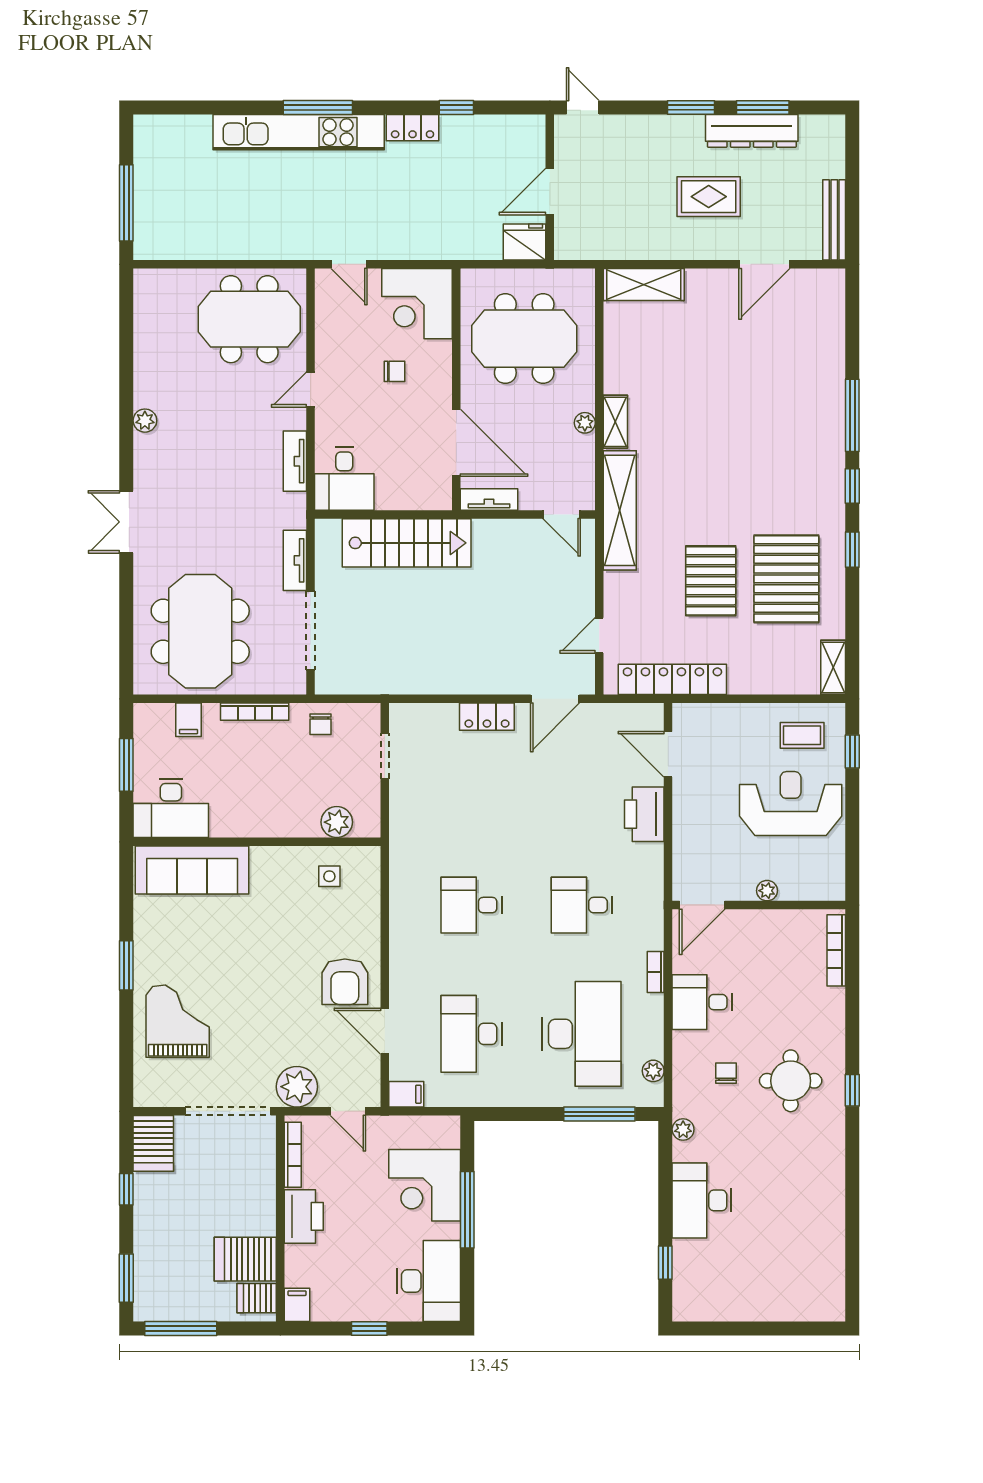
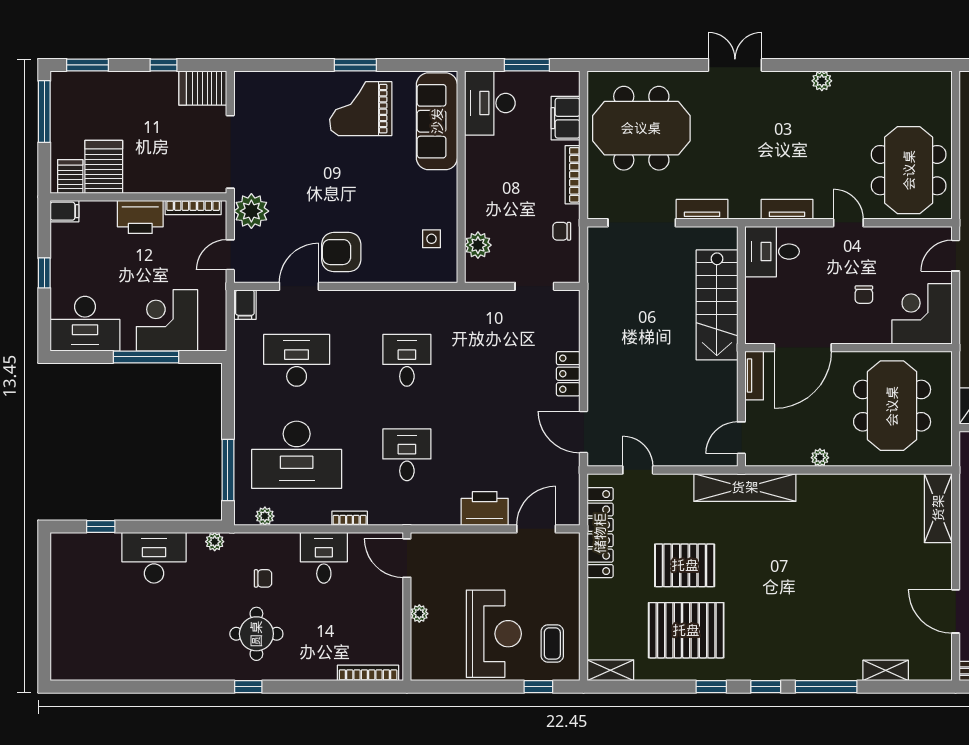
shelving: (615, 422) -> (886, 670), moved
filing cabinet: (188, 720) -> (566, 118), width x2.00
grand piano: (178, 1021) -> (361, 109), moved, turned 180

